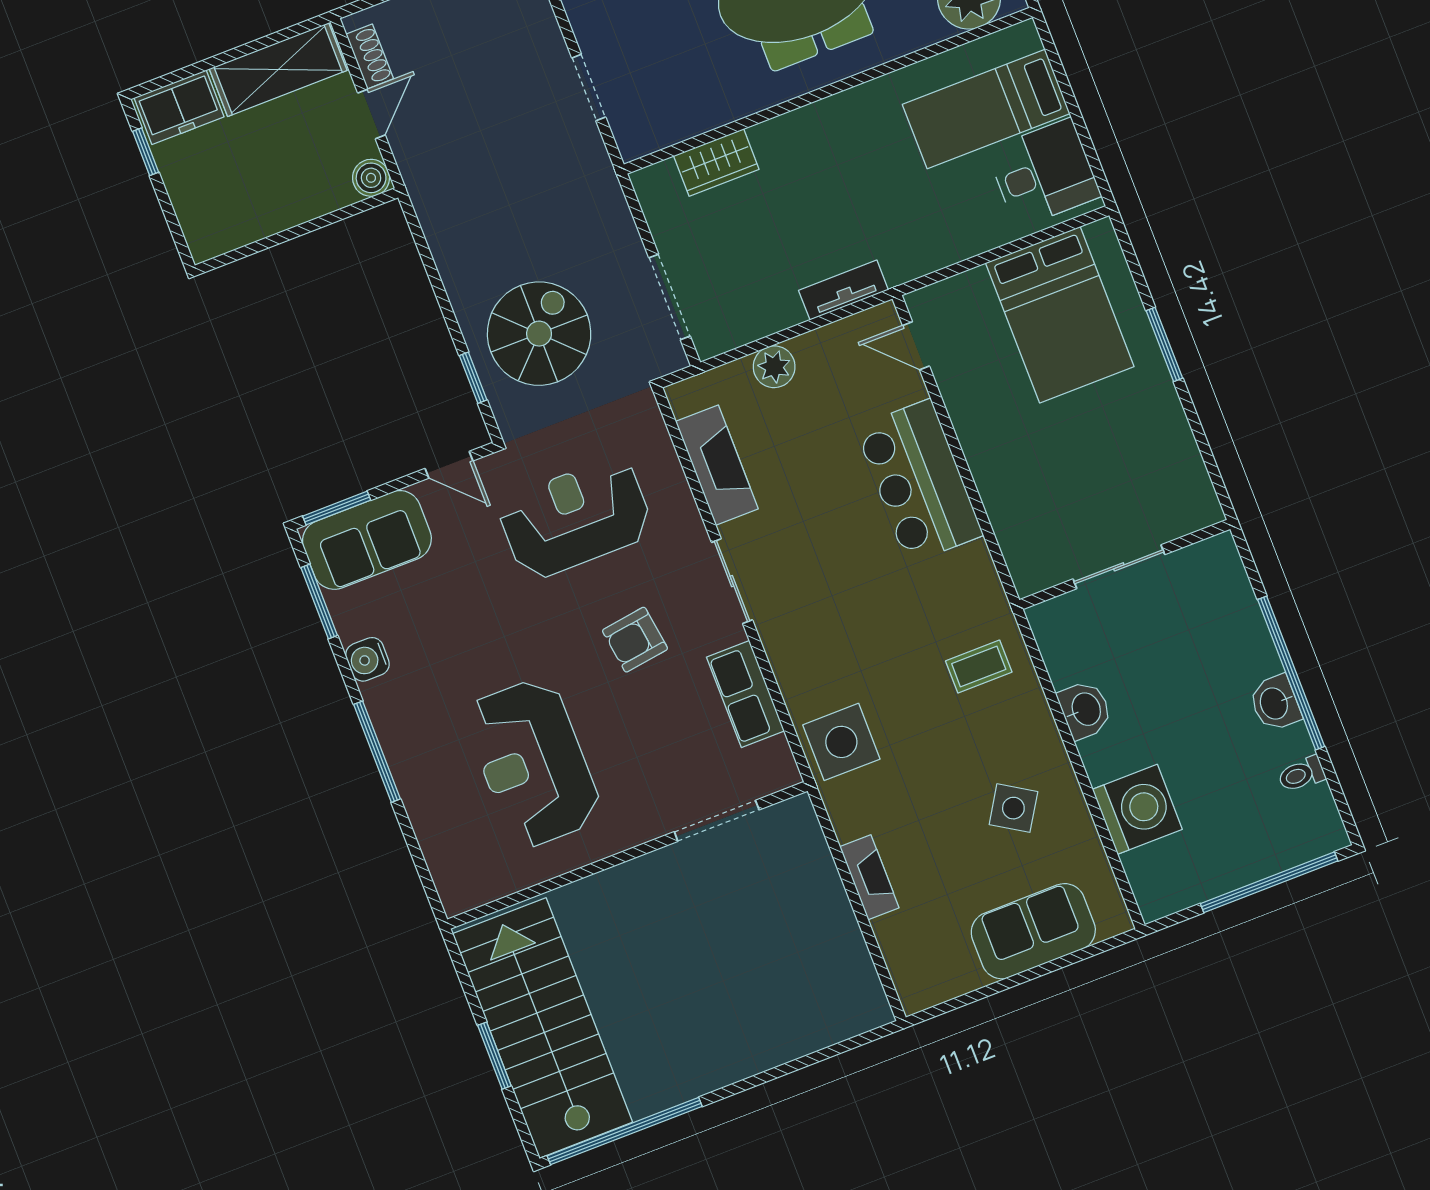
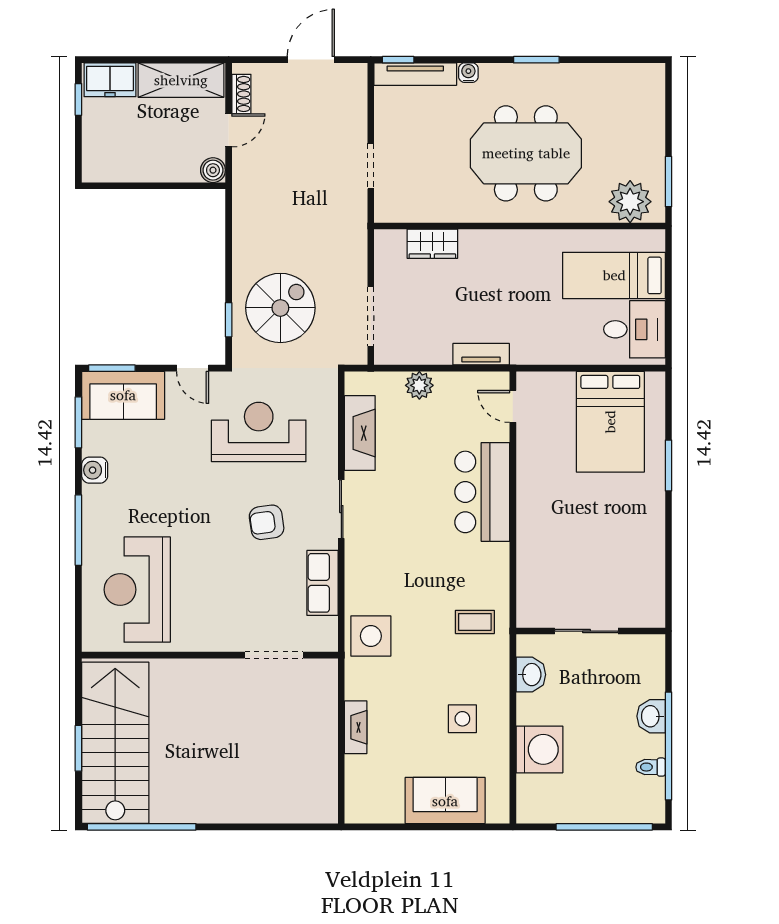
wall: (1125, 565) -> (591, 631), moved
sliding door: (1119, 567) -> (586, 631), moved
window: (1291, 673) -> (669, 746), moved
reception desk: (533, 763) -> (137, 590), moved
side table: (1013, 808) -> (462, 719), turned -32

